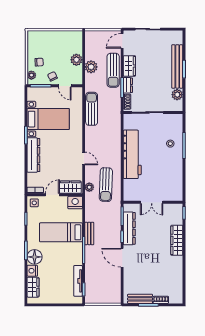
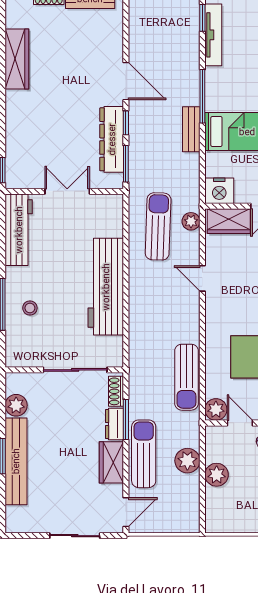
plant: (77, 93) -> (216, 409), added
workbench: (176, 183) -> (19, 230), added
wardrobe: (177, 240) -> (17, 59), moved

